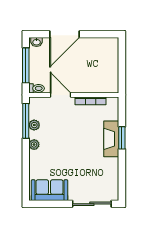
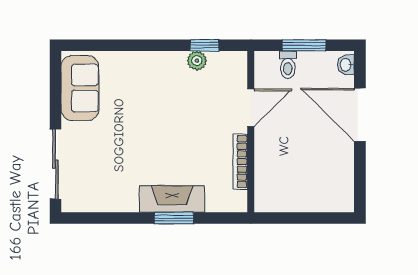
window: (26, 65) -> (304, 45), width x0.69
toilet: (37, 88) -> (288, 65), moved
window: (26, 121) -> (205, 45), width x0.46
plant: (34, 145) -> (162, 60), removed

